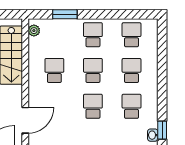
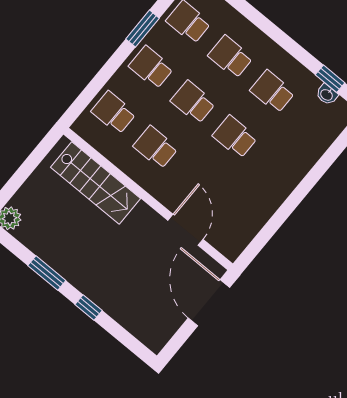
window: (65, 14) -> (143, 29), moved
plant: (34, 31) -> (89, 133), removed
school desk: (54, 35) -> (114, 113), added

